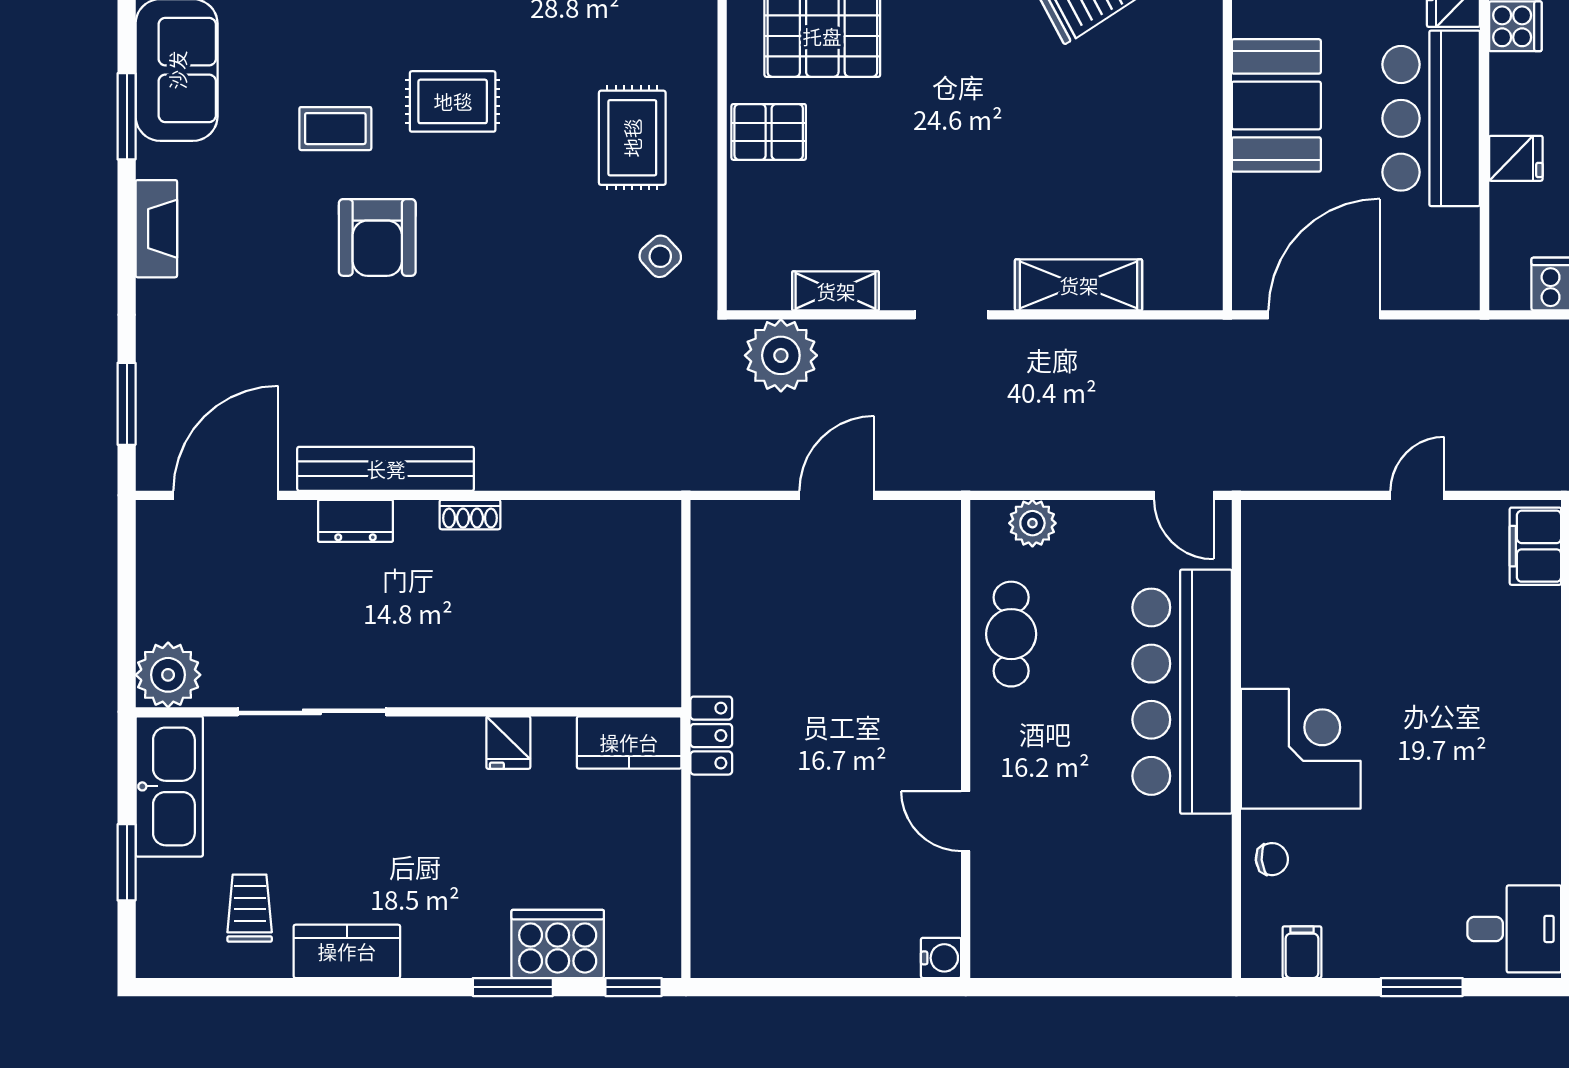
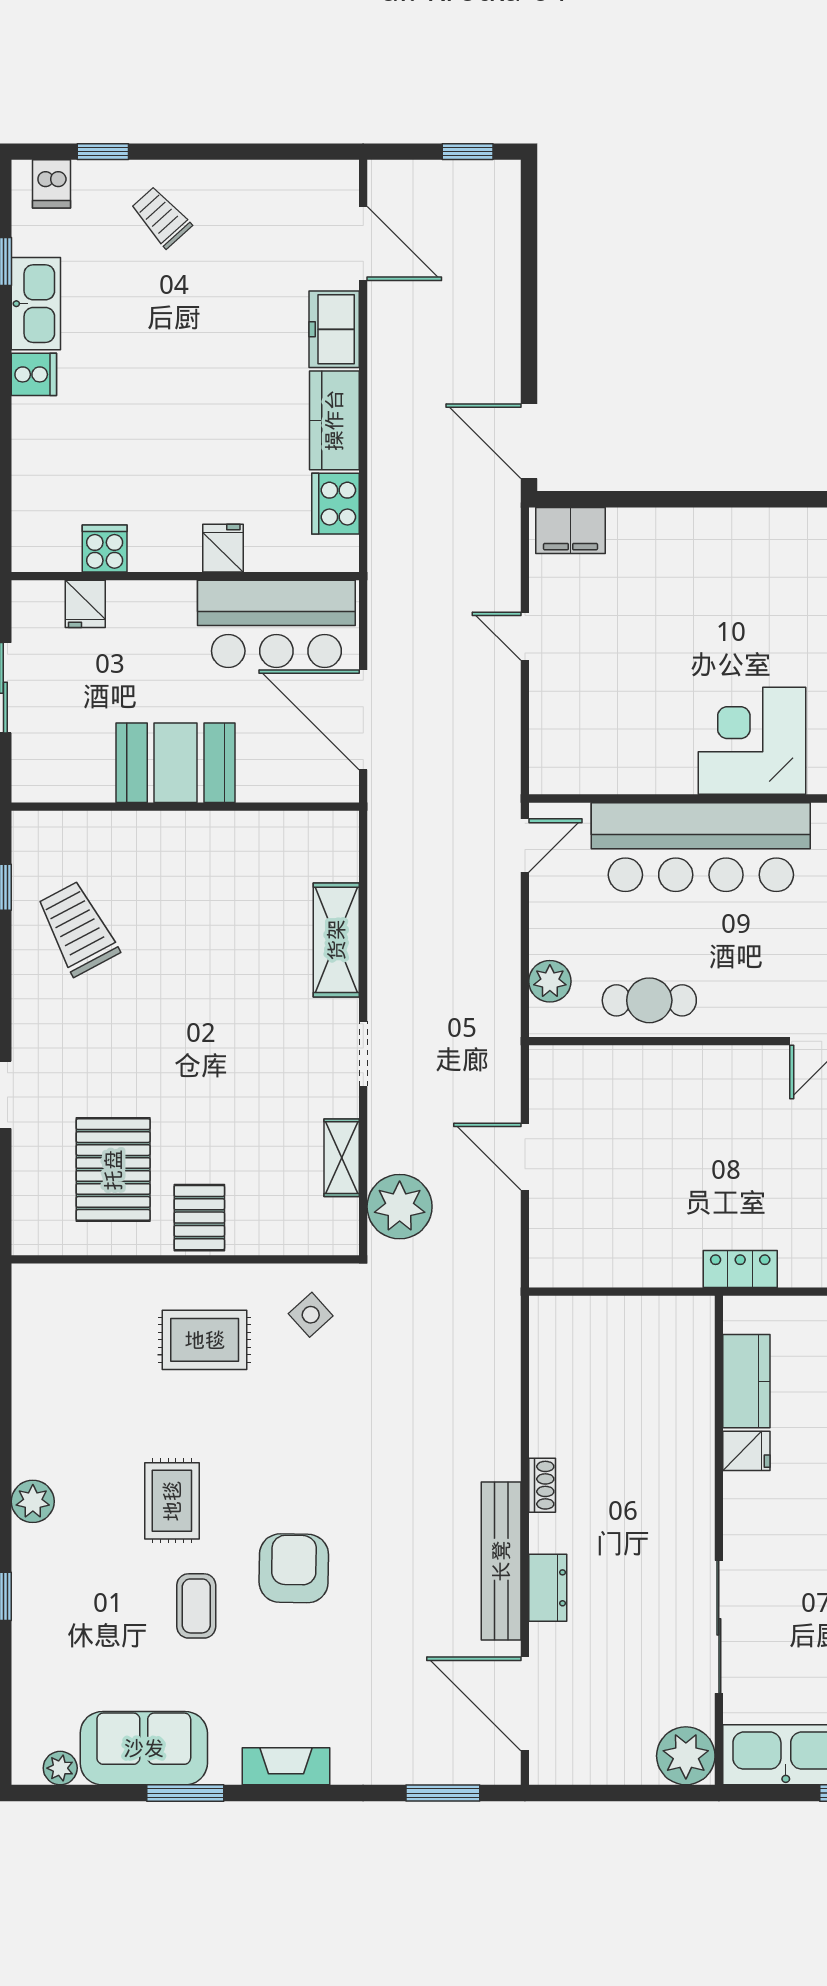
bar counter: (1431, 118) -> (276, 624), moved
armchair: (377, 237) -> (294, 1568), turned -89
kitchen counter: (629, 742) -> (746, 1381), moved

